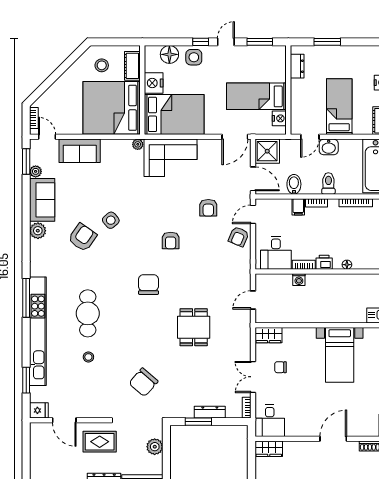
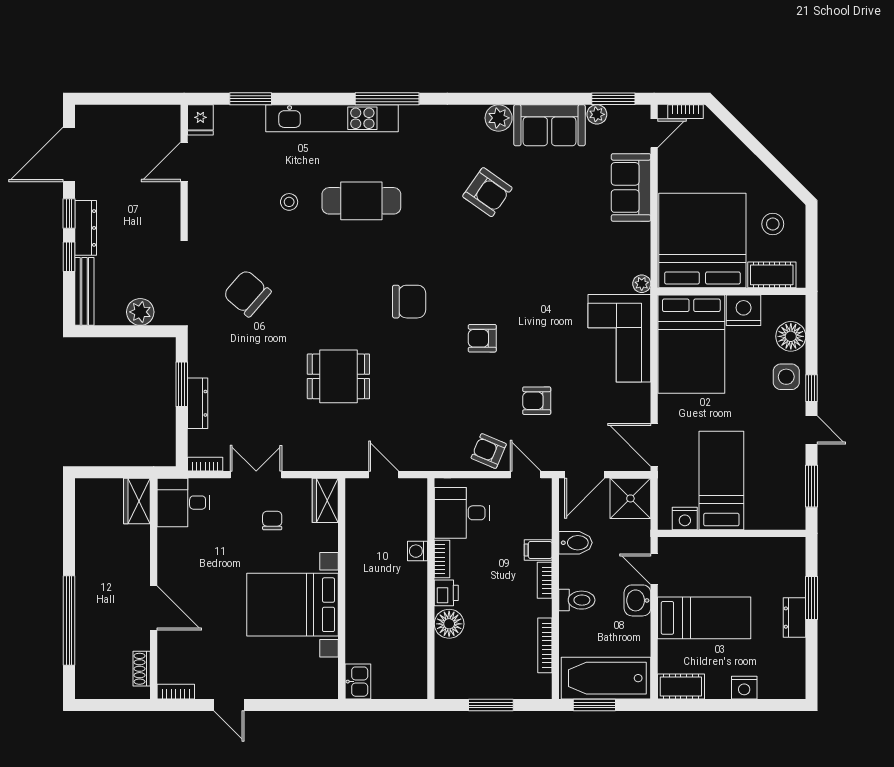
dresser: (297, 66) -> (795, 618), moved, turned 90
side table: (111, 220) -> (516, 239), removed
floor lamp: (347, 265) -> (449, 624), width x1.89, depth x1.89
kitchen unit: (38, 331) -> (332, 118), width x0.73
bed with nightstands: (340, 355) -> (292, 605), width x1.36
rug: (100, 442) -> (149, 221), removed

